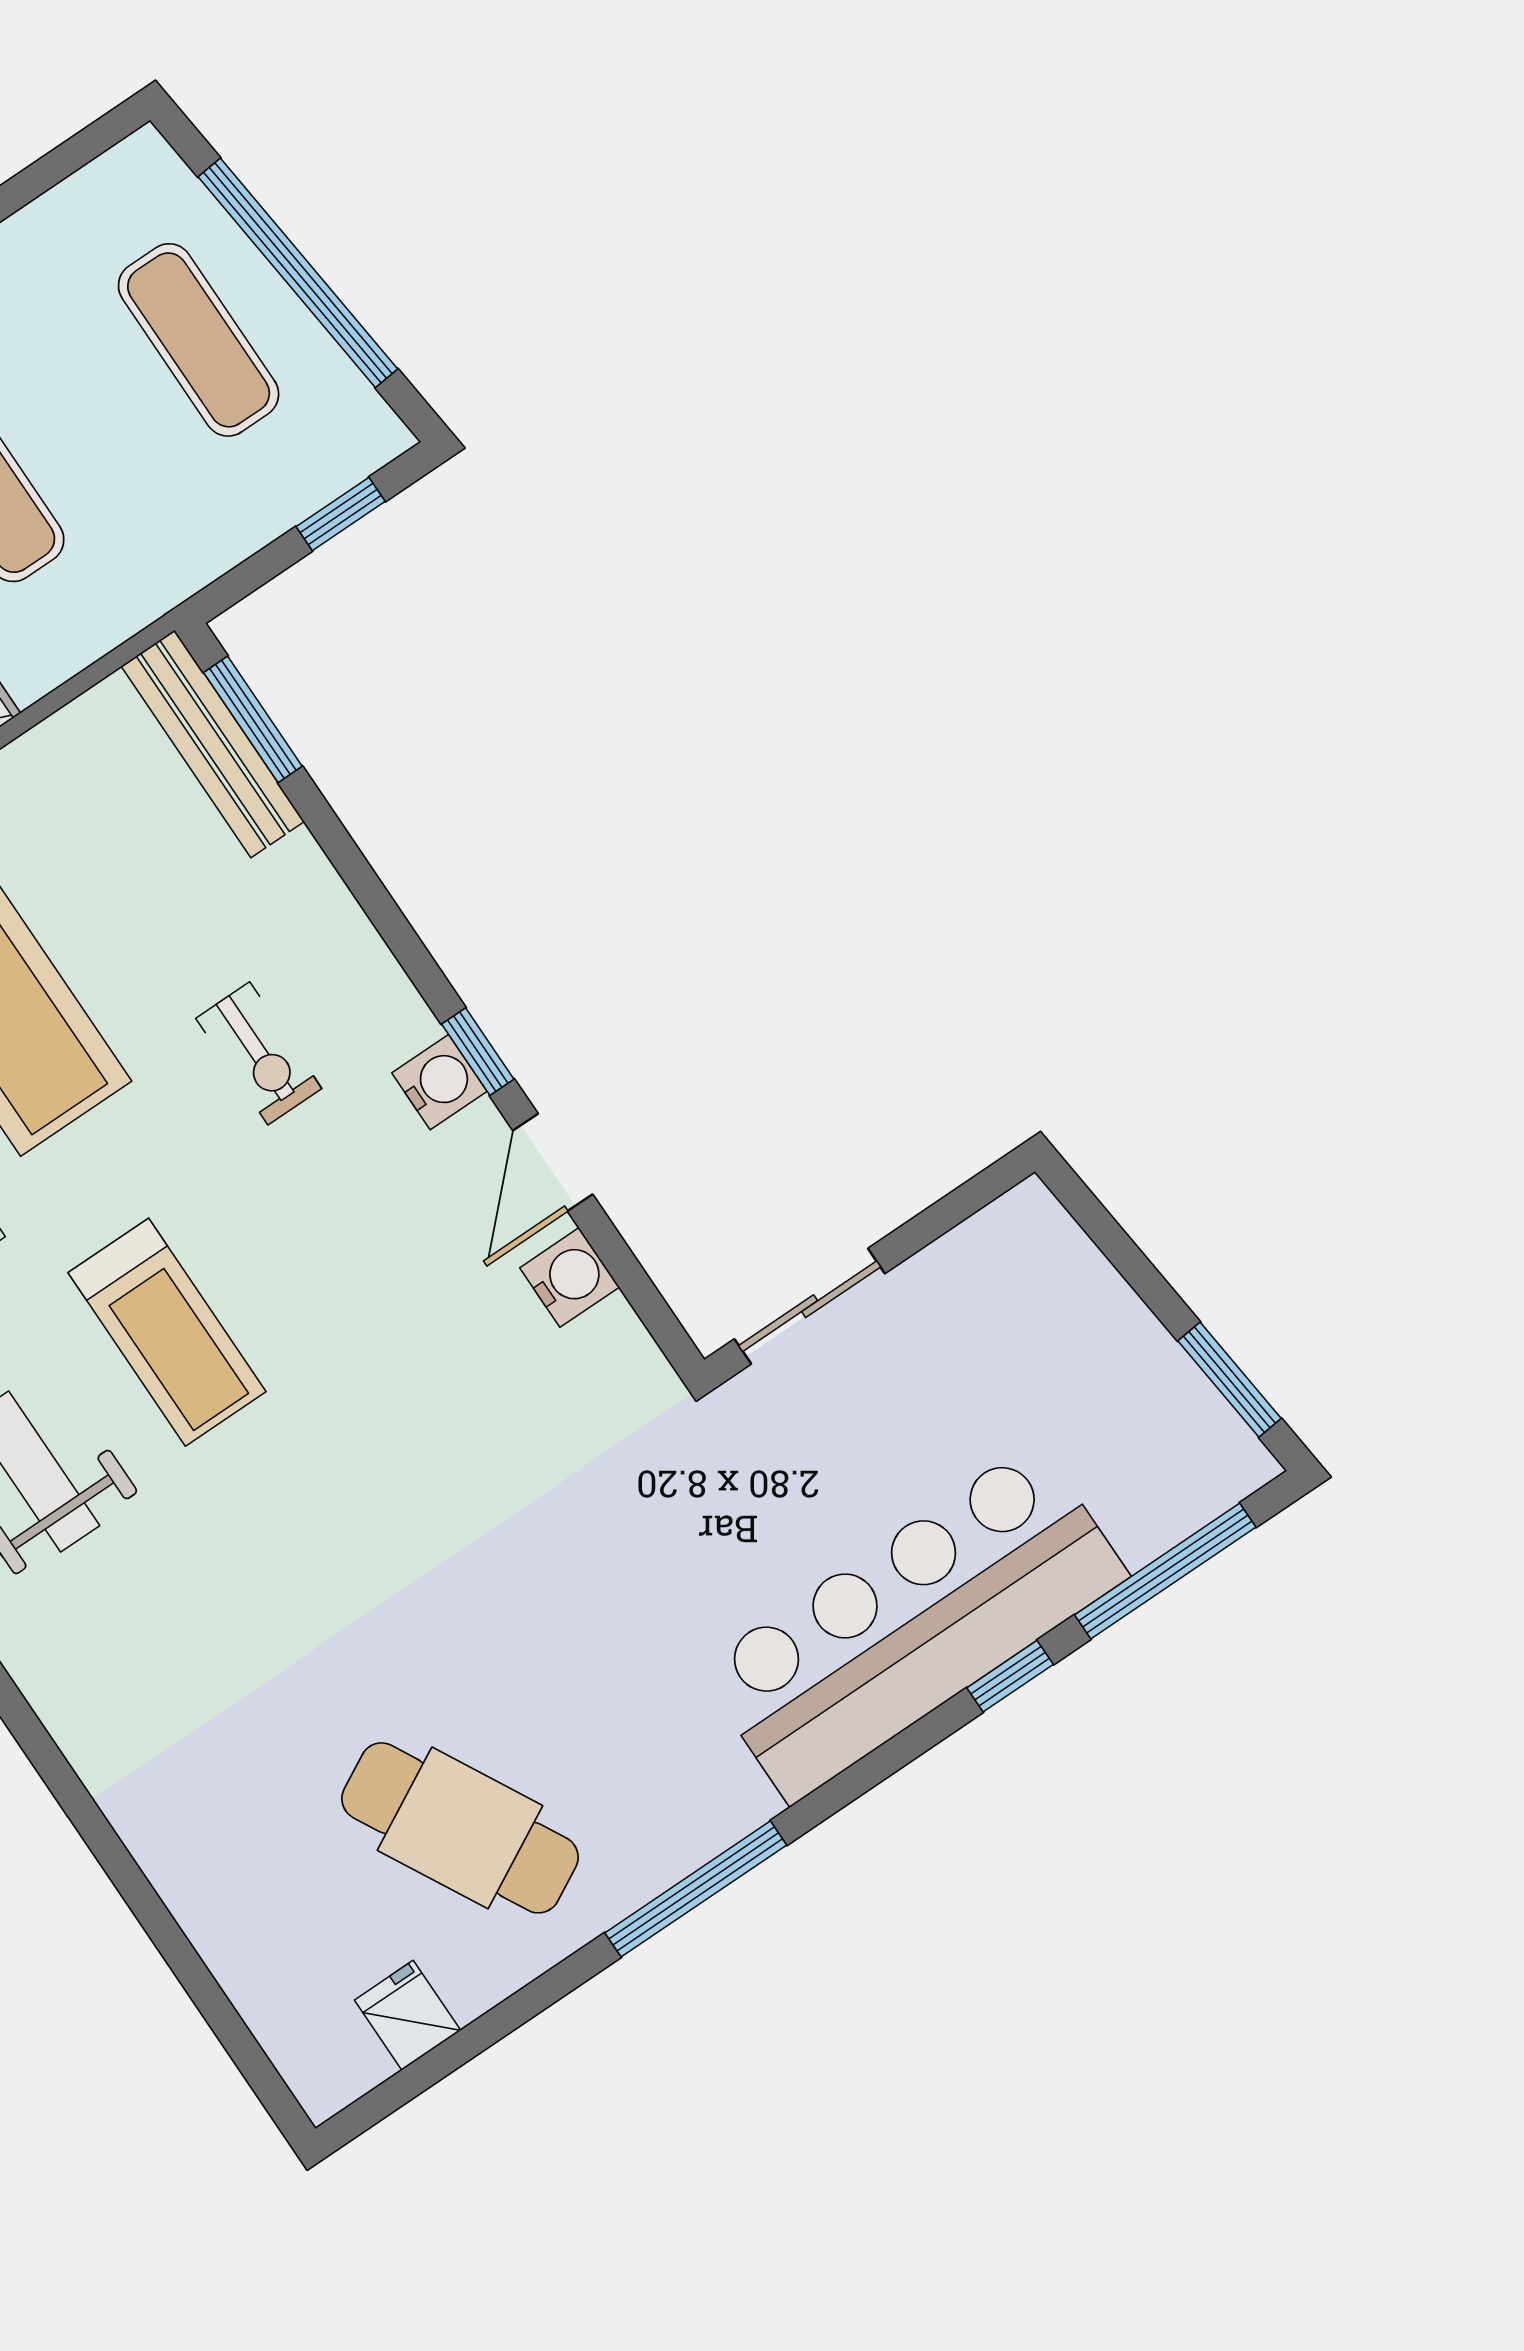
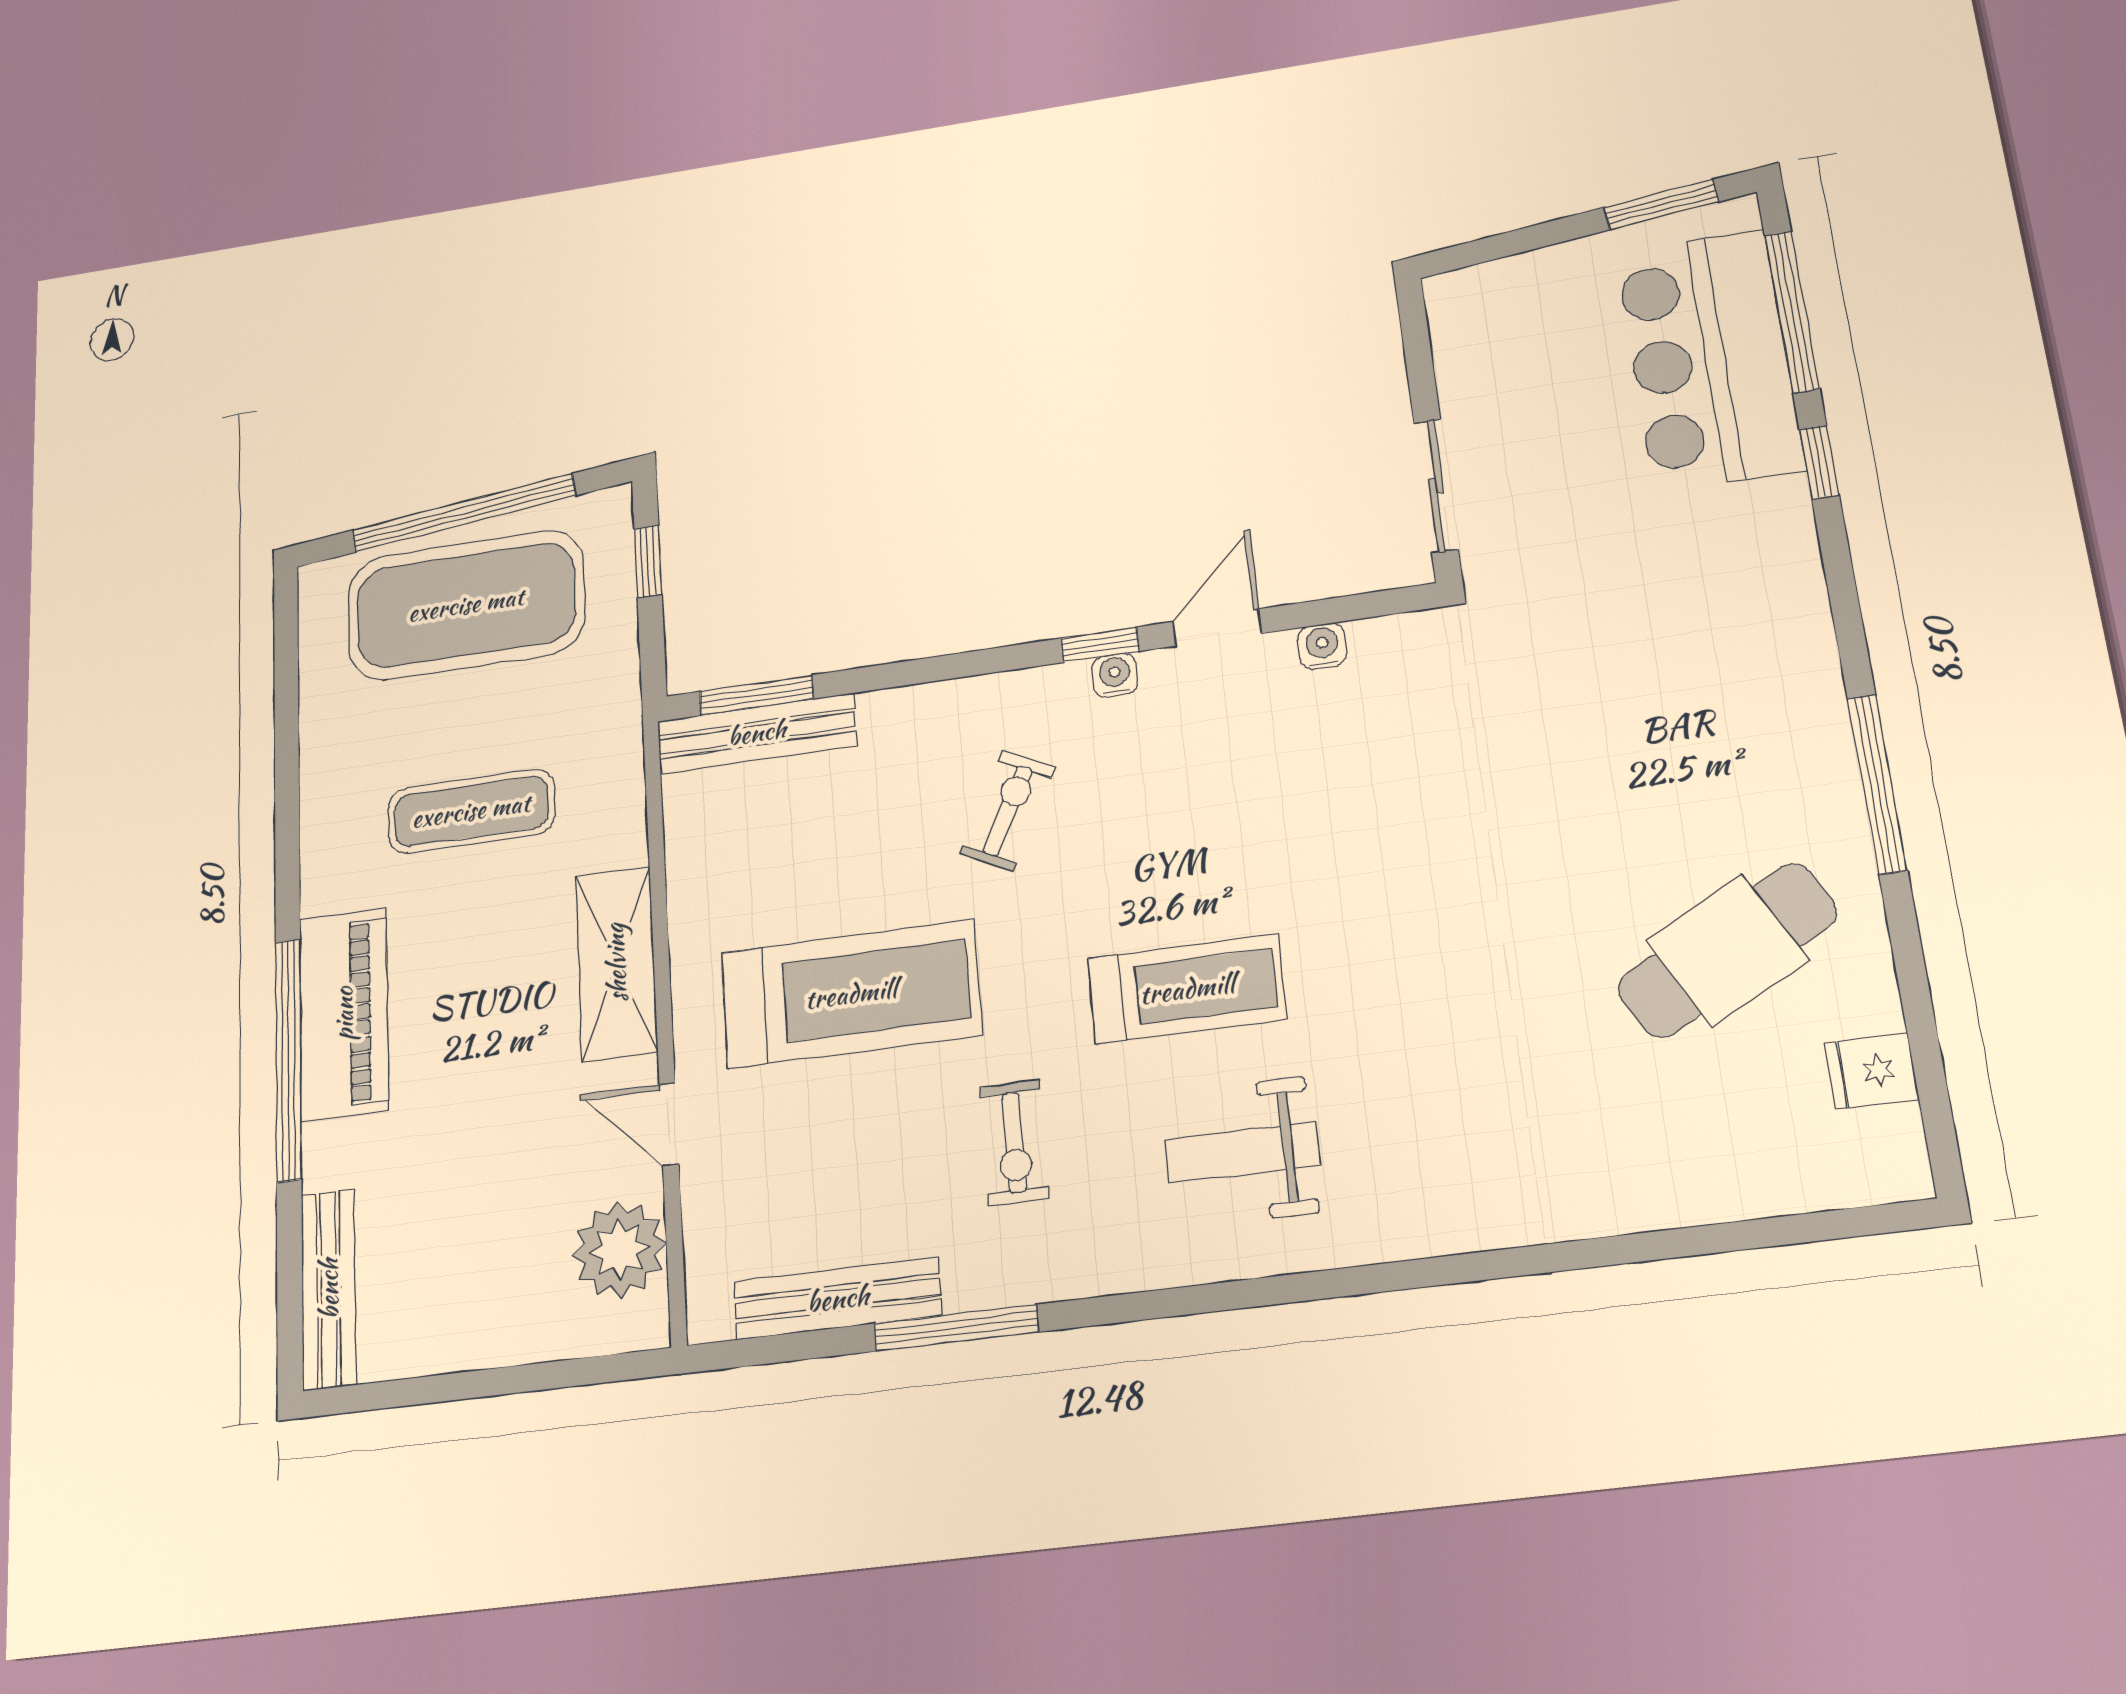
exercise mat: (199, 340) -> (466, 605), width x2.00, depth x1.45
exercise bike: (259, 1053) -> (1008, 811), turned -63
water cooler: (439, 1082) -> (1115, 675), width x0.72, depth x0.72
door: (553, 1162) -> (1217, 627), swing flipped
water cooler: (570, 1277) -> (1322, 646), width x0.72, depth x0.72
bar counter: (913, 1622) -> (1709, 360), moved, width x0.73

